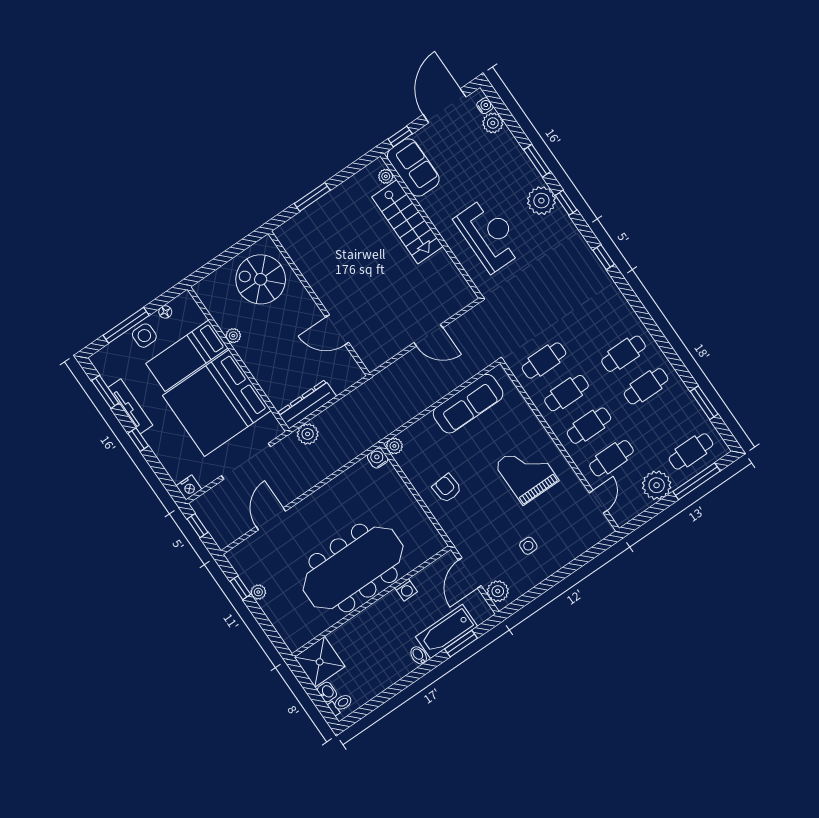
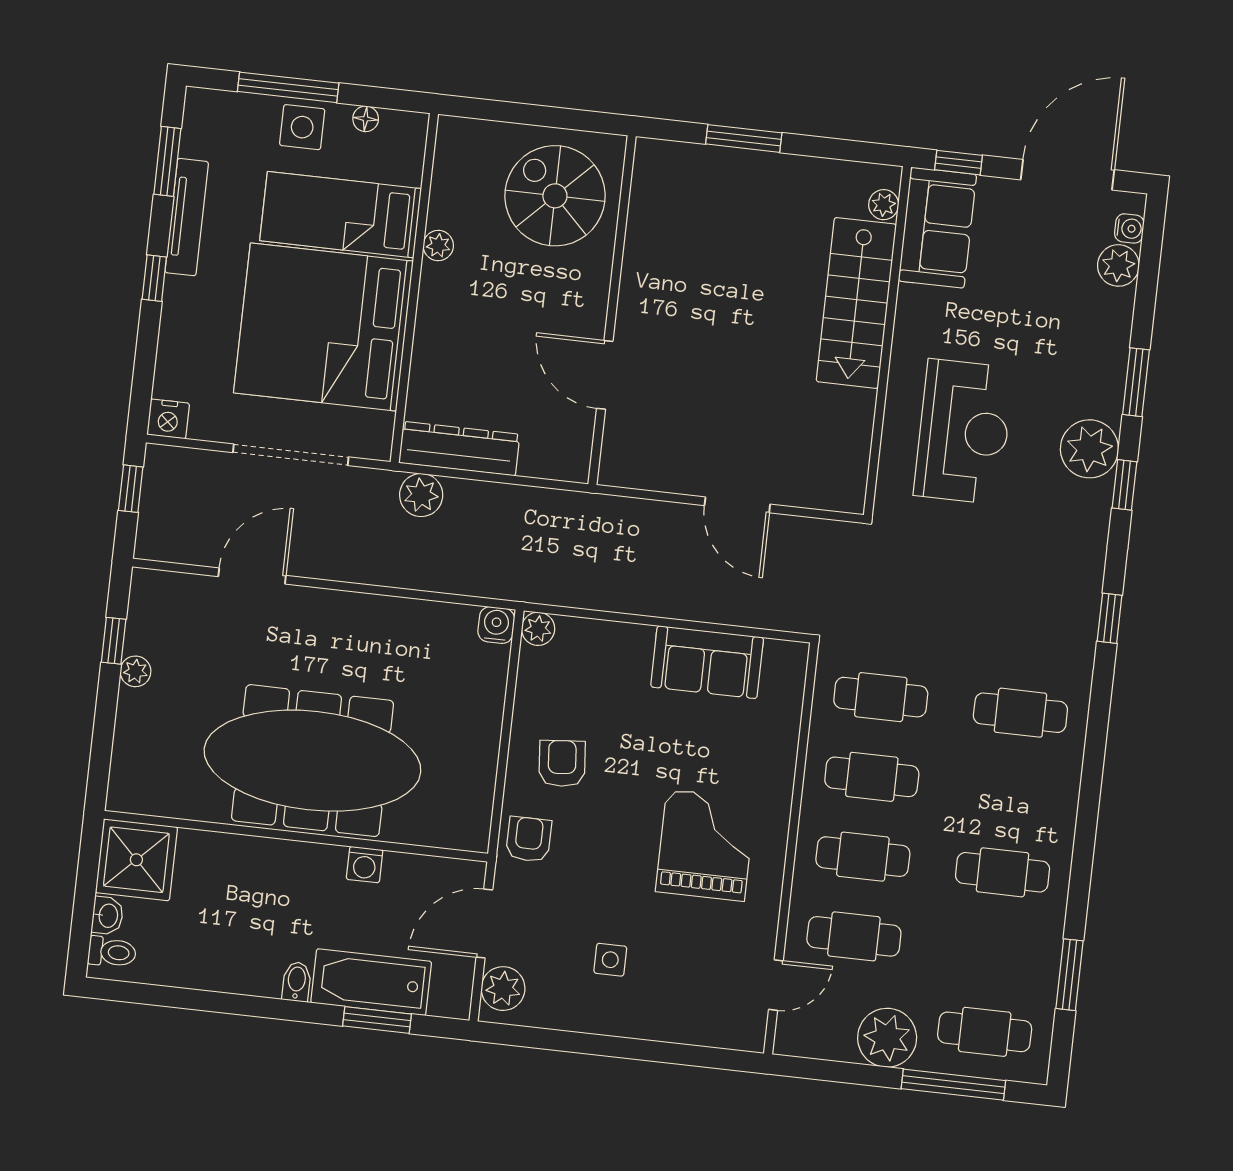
cafe table: (624, 354) -> (1020, 713), moved
sofa: (468, 404) -> (707, 662), width x0.73
armchair: (459, 527) -> (529, 839), added

